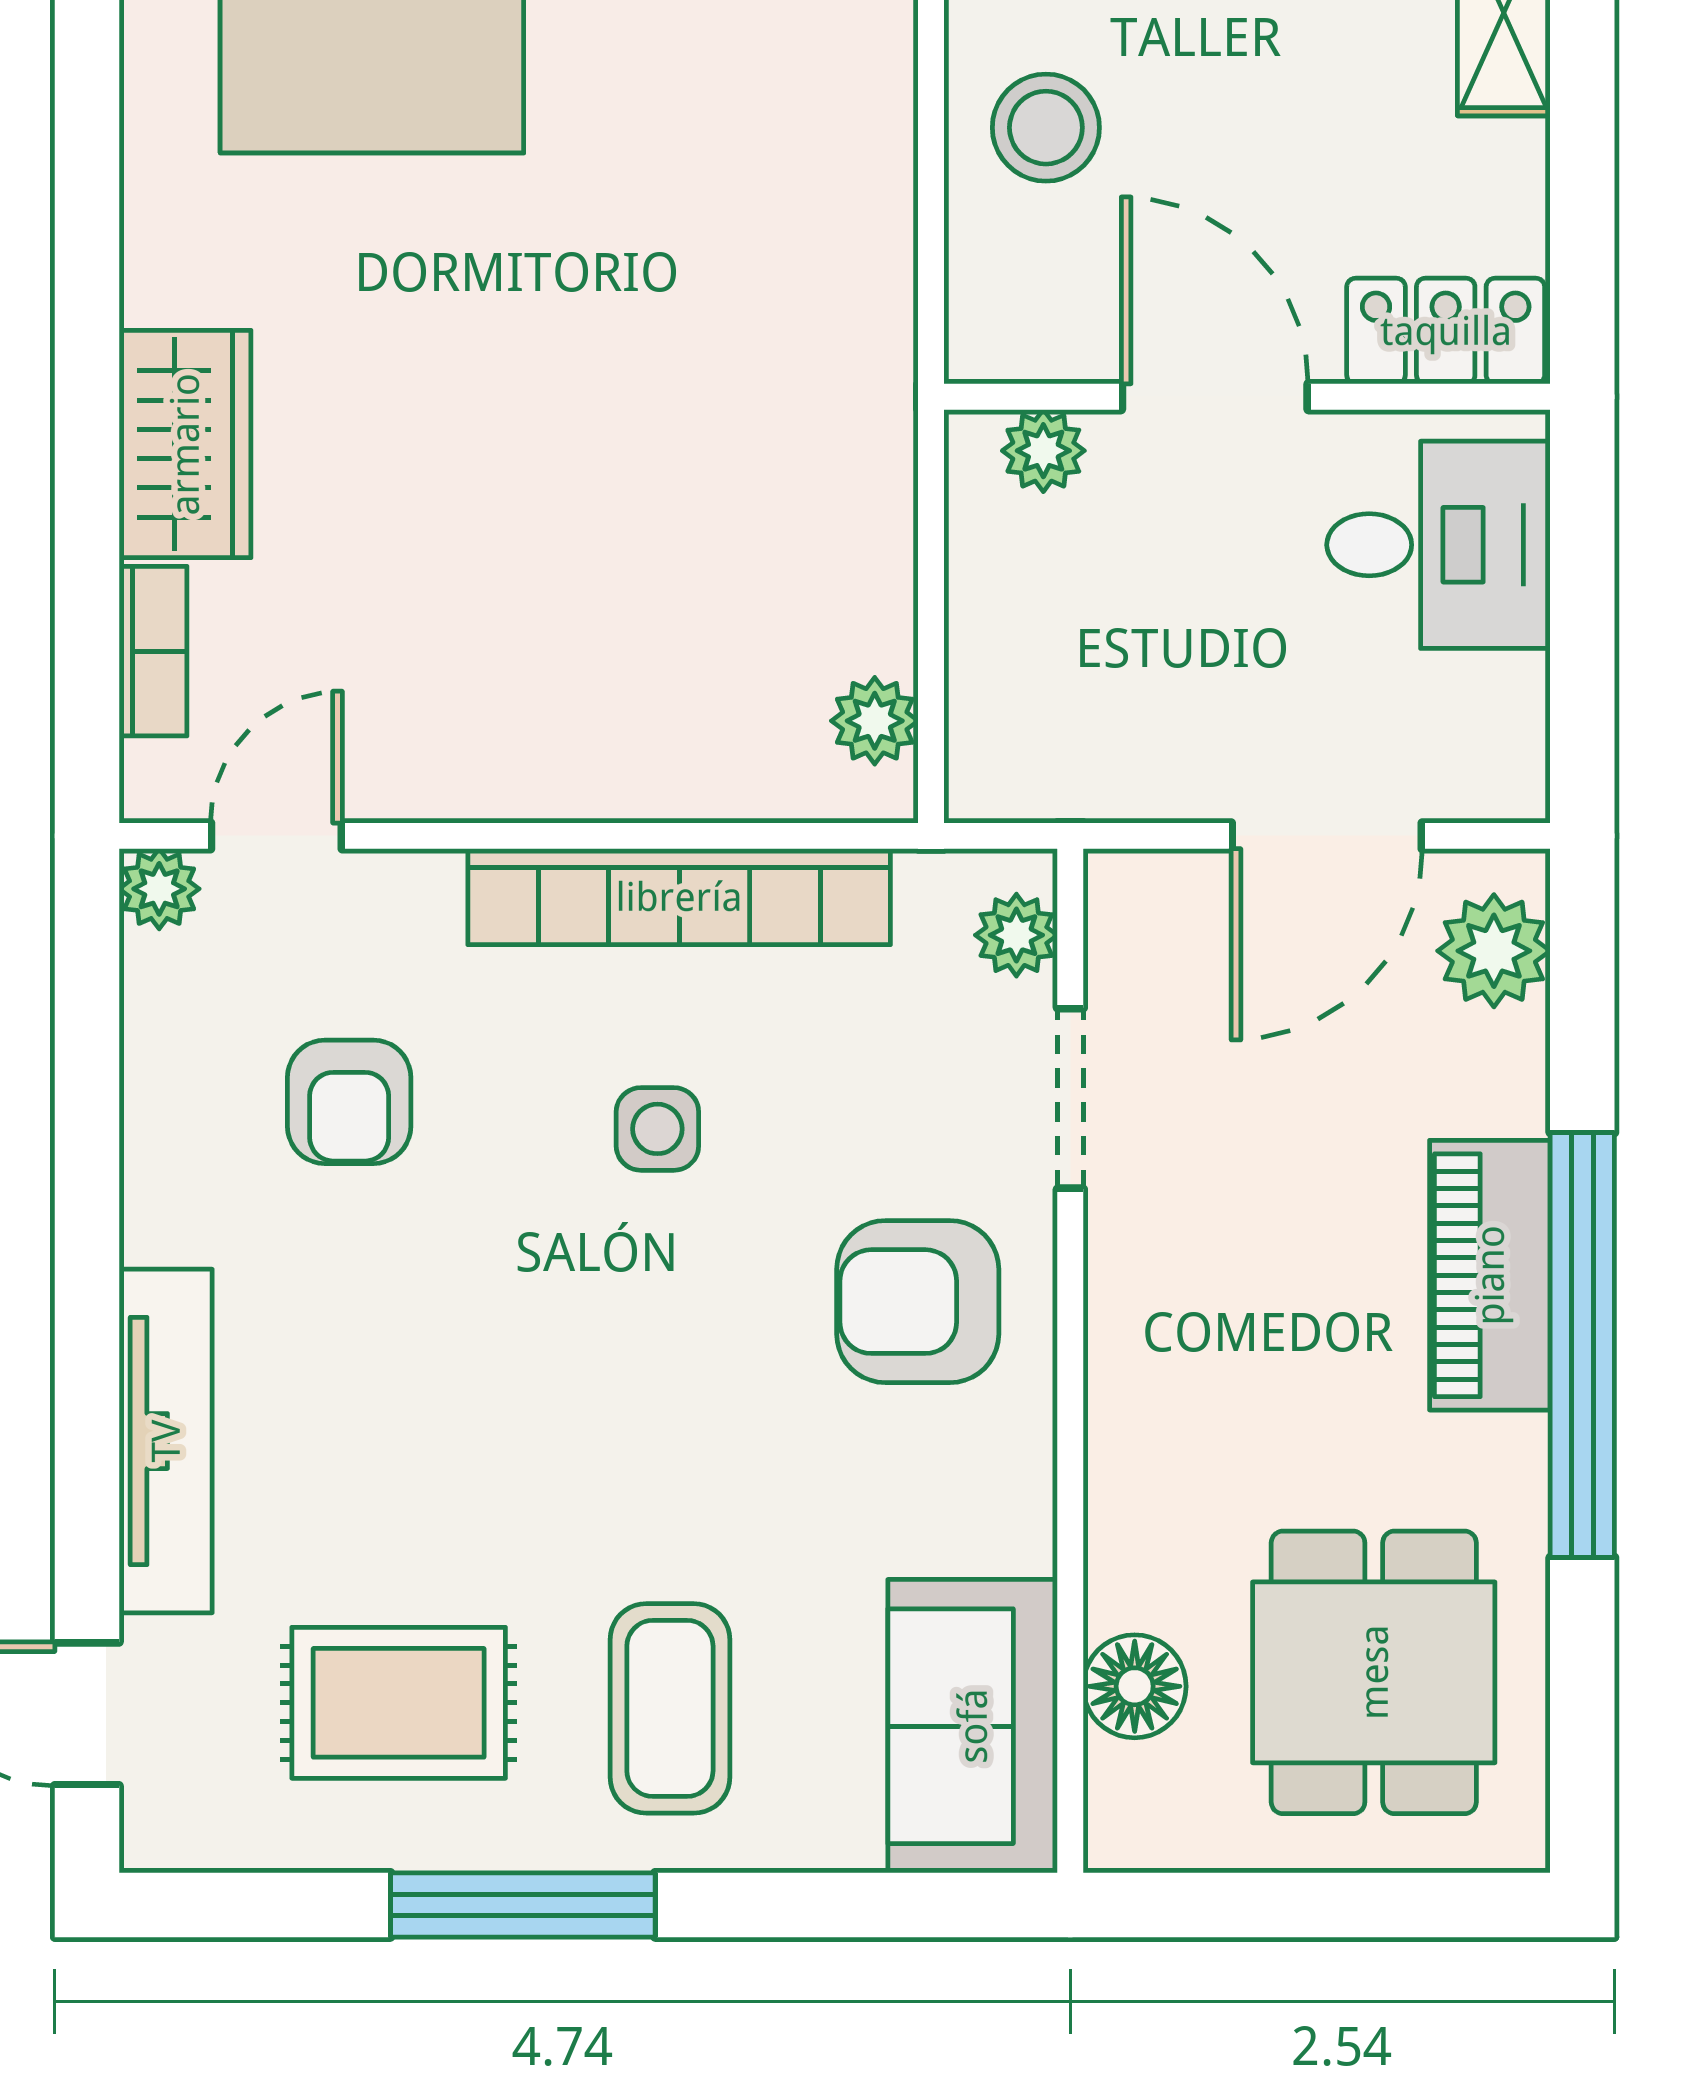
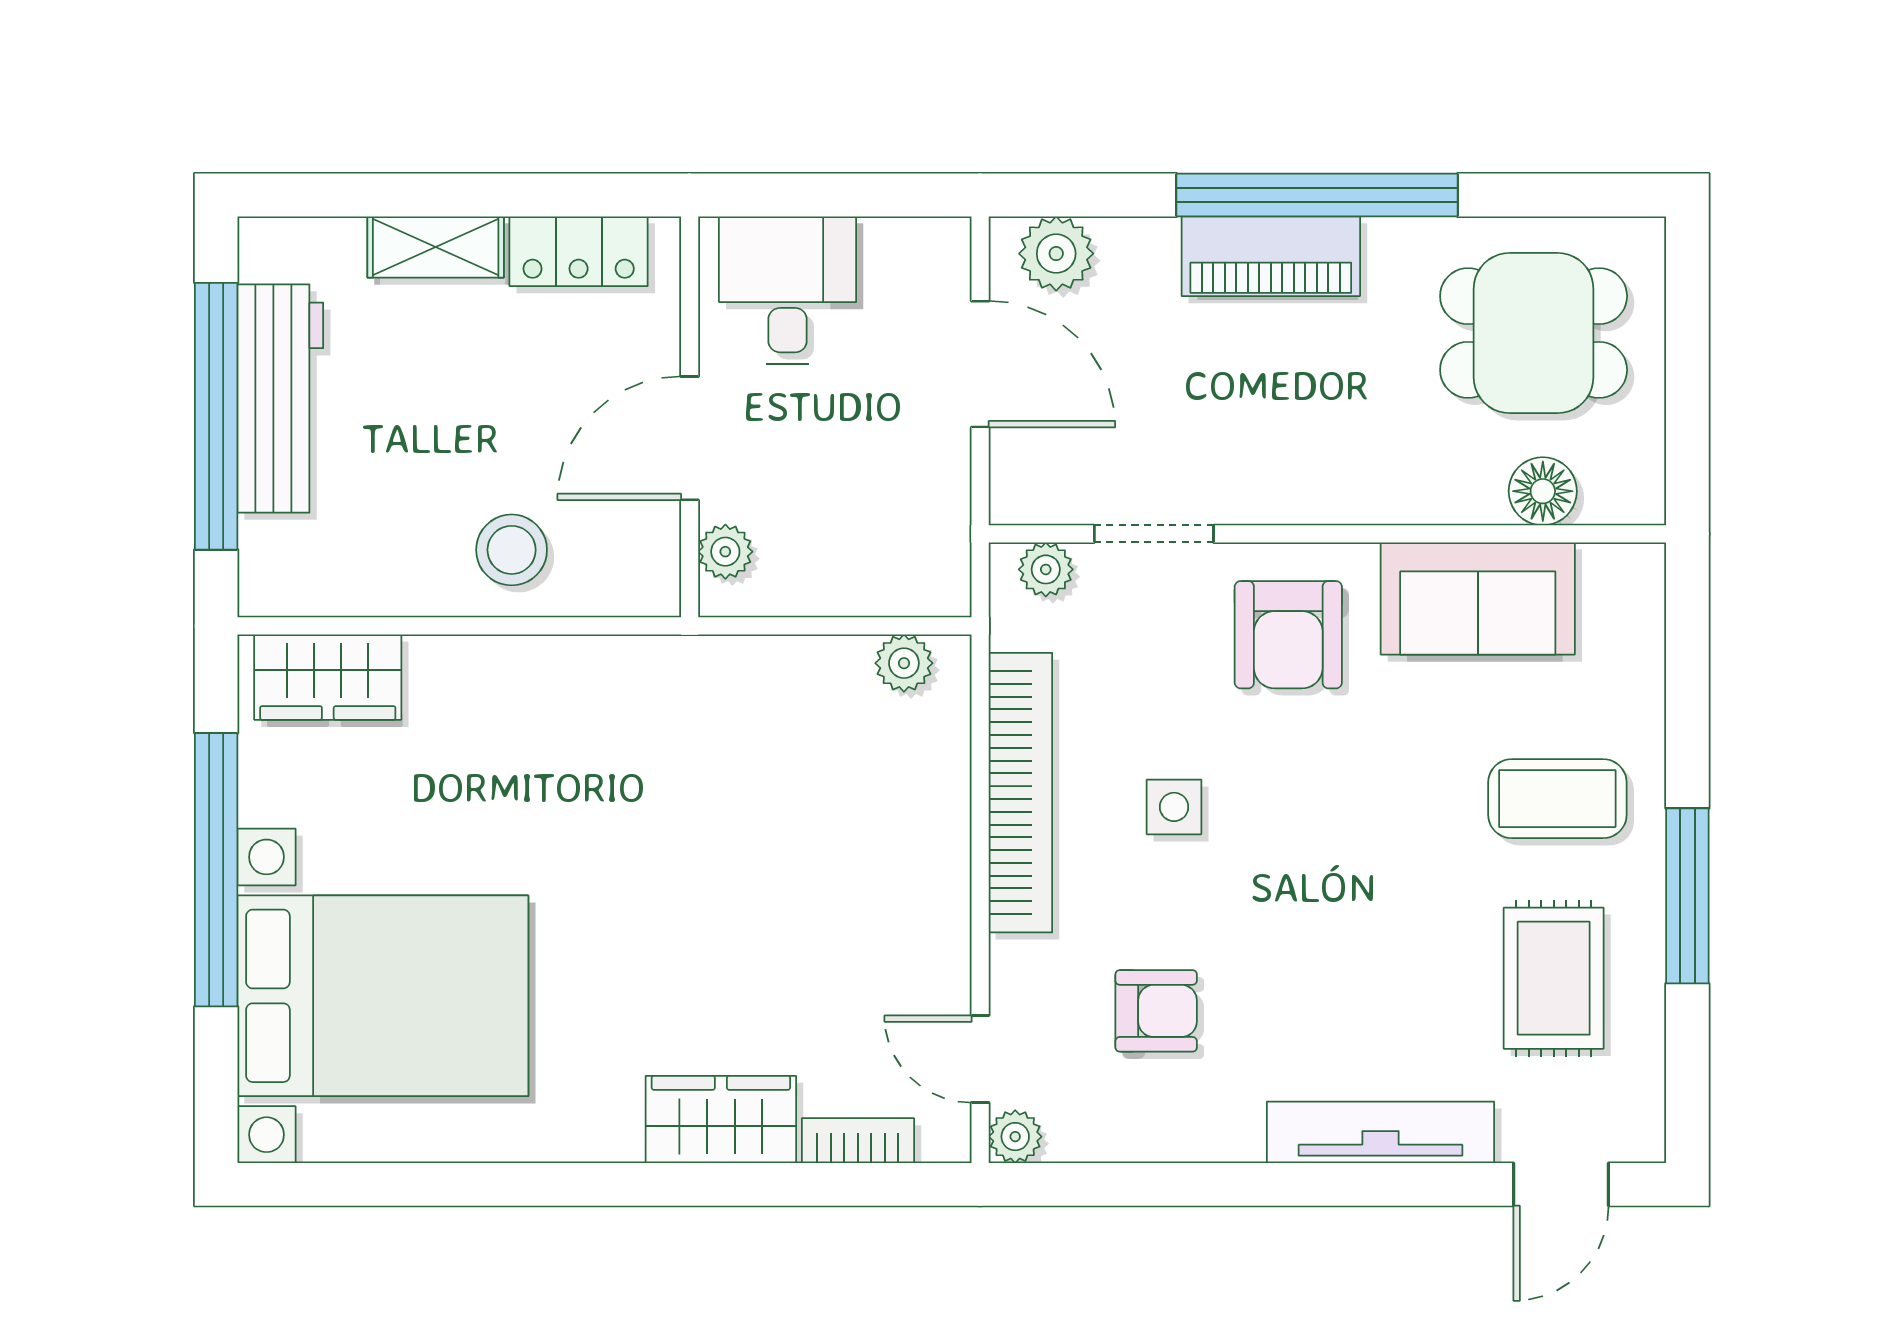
locker: (1446, 331) -> (579, 251), moved, turned -90
sofa: (973, 1726) -> (1478, 598), moved

